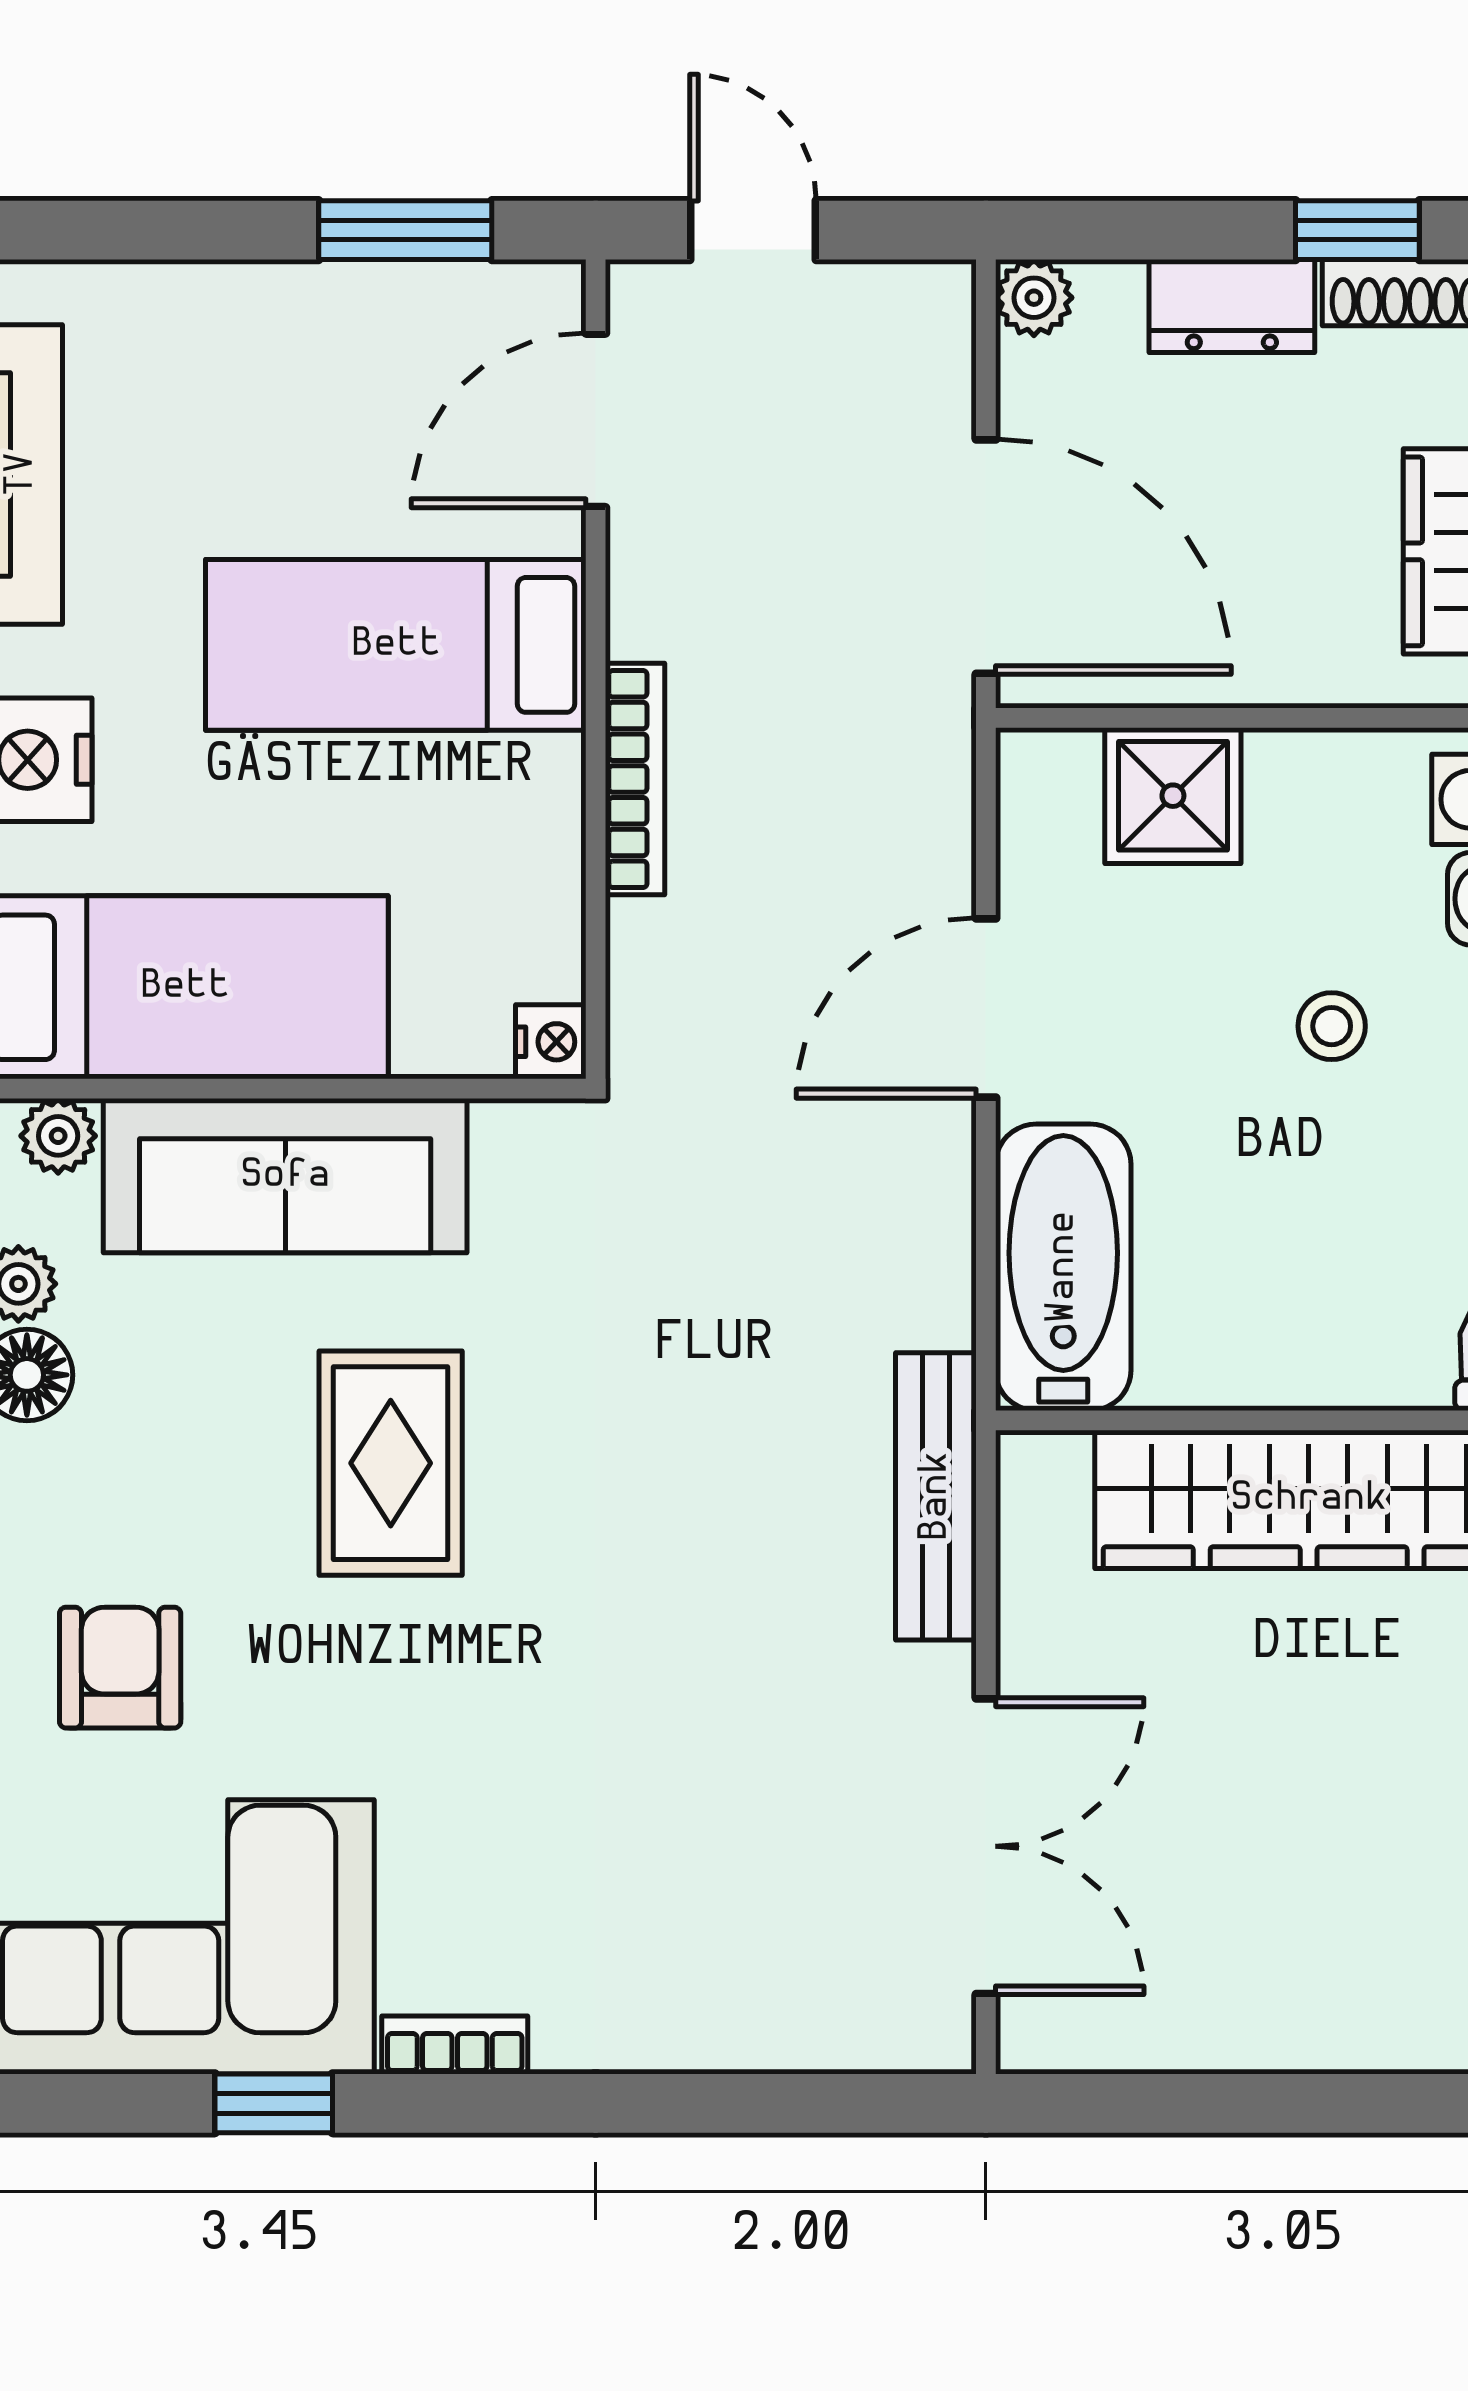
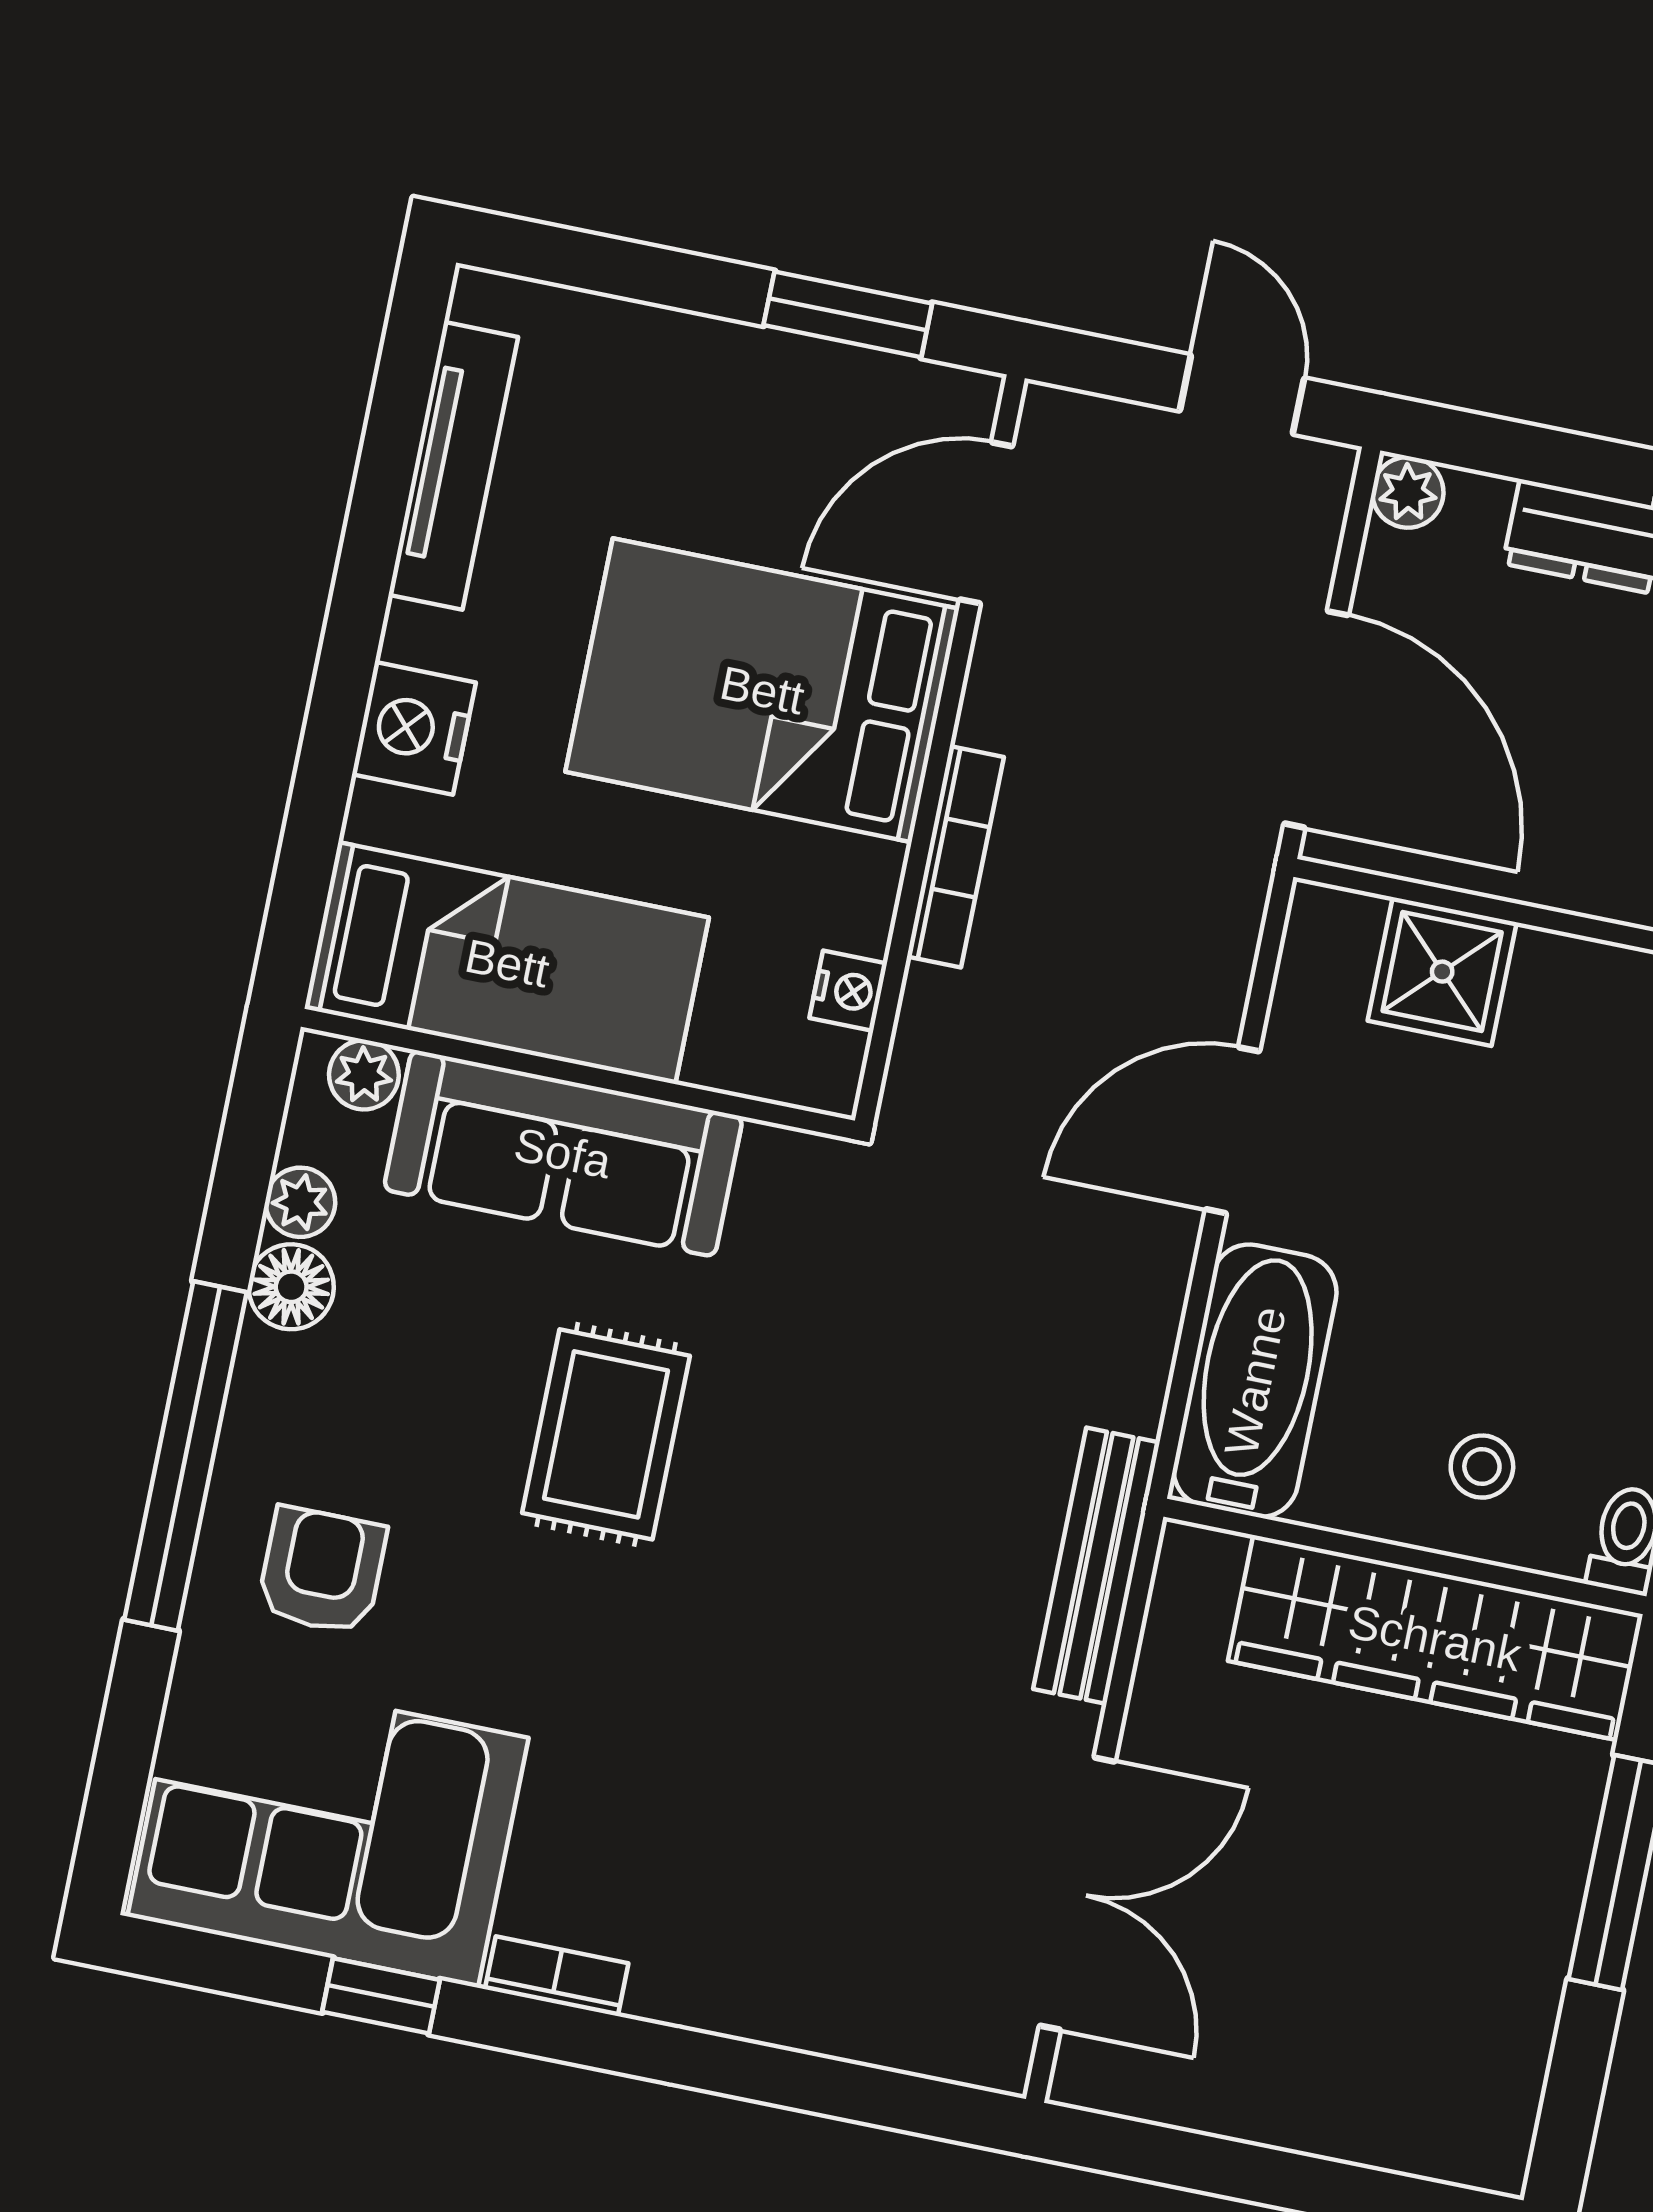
door: (753, 230) -> (1242, 395), moved
bed: (396, 645) -> (762, 690), width x1.50
stool: (1332, 1026) -> (1482, 1467), moved
nightstand: (551, 1042) -> (848, 991), moved

